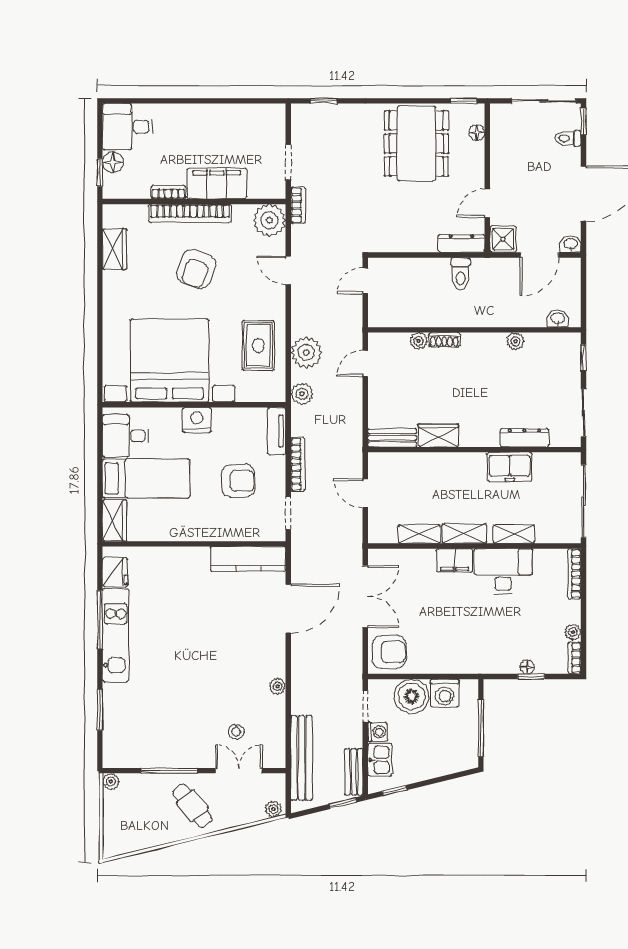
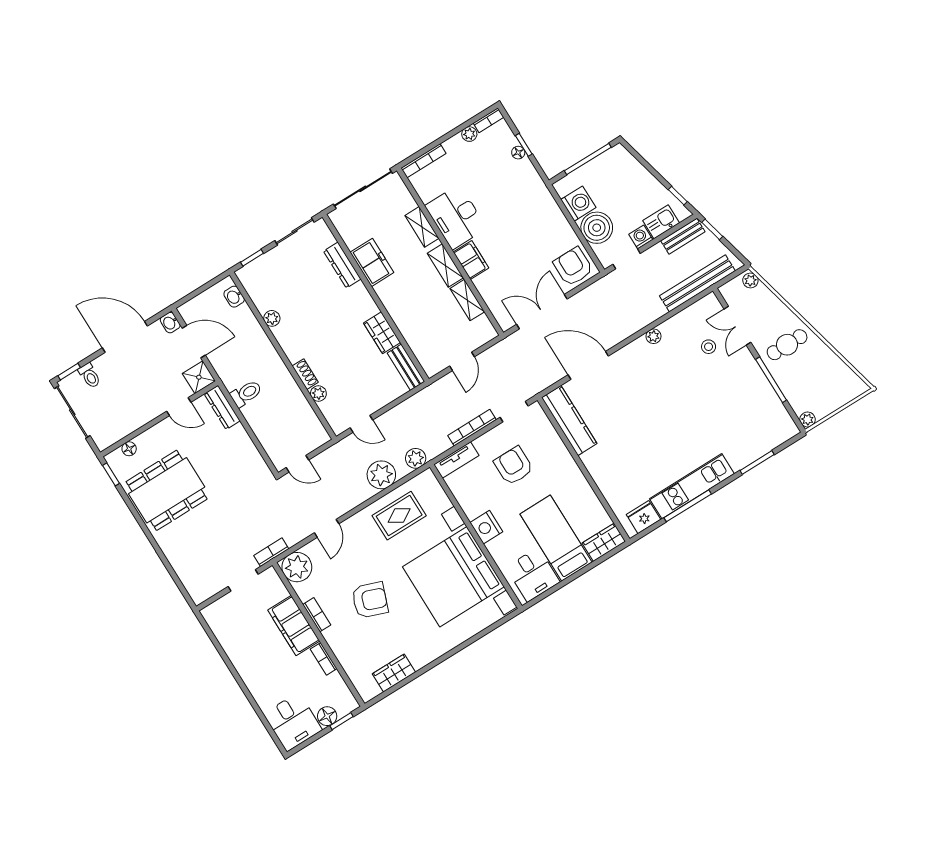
window: (324, 101) -> (178, 582), removed
bookcase: (190, 213) -> (317, 615), width x0.43, depth x0.76
cafe table: (192, 806) -> (787, 345), turned 39

